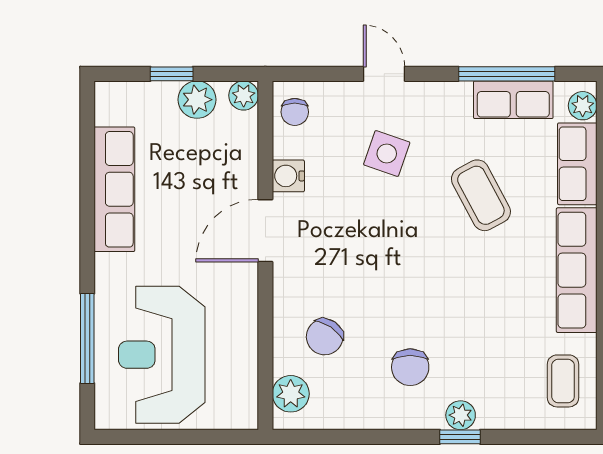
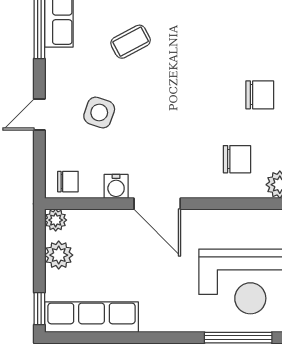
window: (172, 74) -> (39, 309), moved
row of seats: (114, 189) -> (91, 317), moved
coffee table: (481, 195) -> (131, 42), width x0.73, depth x0.77
chair: (325, 337) -> (237, 159), turned -34

